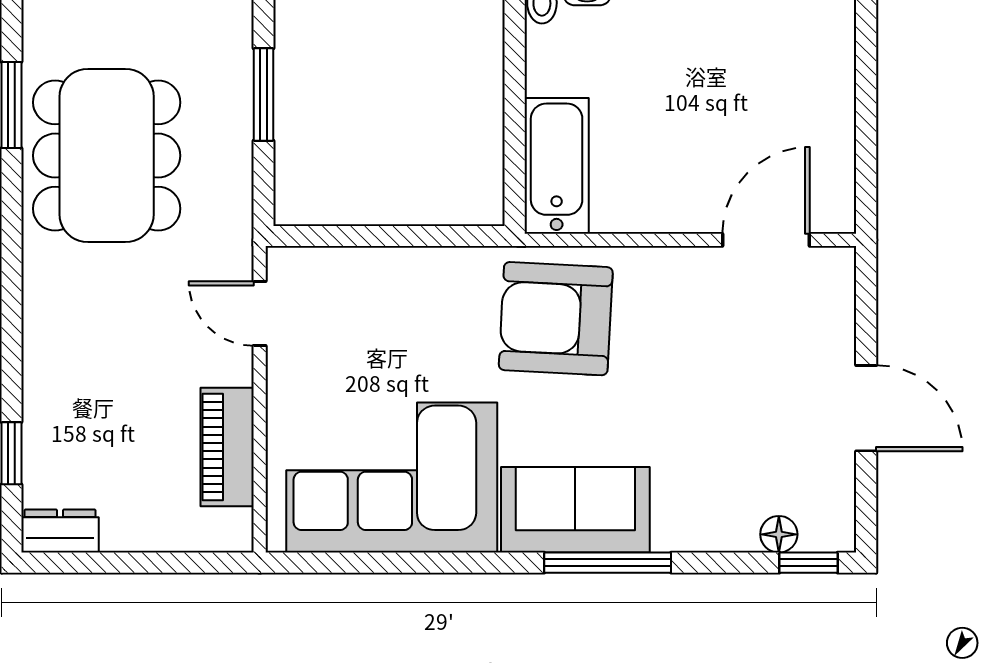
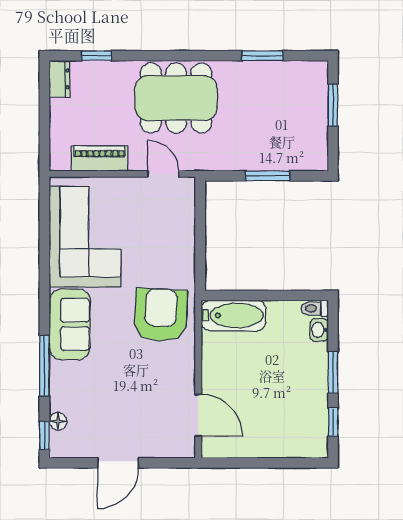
dining table: (107, 156) -> (176, 98), moved
door: (260, 313) -> (163, 174), hinge flipped
window: (608, 563) -> (44, 366), moved

